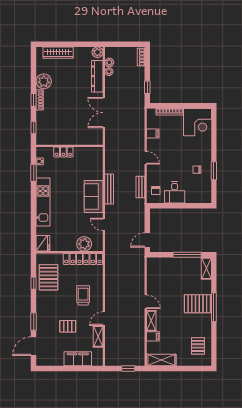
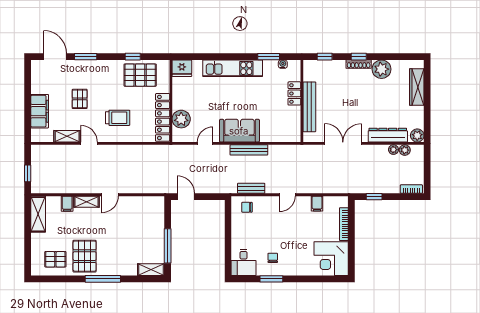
bench: (74, 140) -> (309, 107), added
desk: (175, 192) -> (244, 262), moved, turned -90
pallet: (197, 304) -> (85, 256), moved

